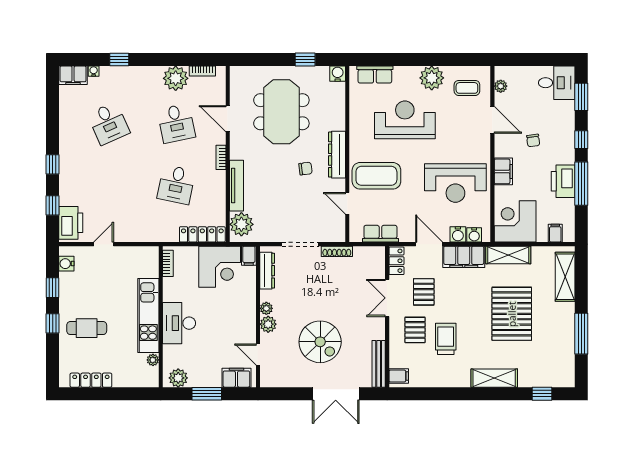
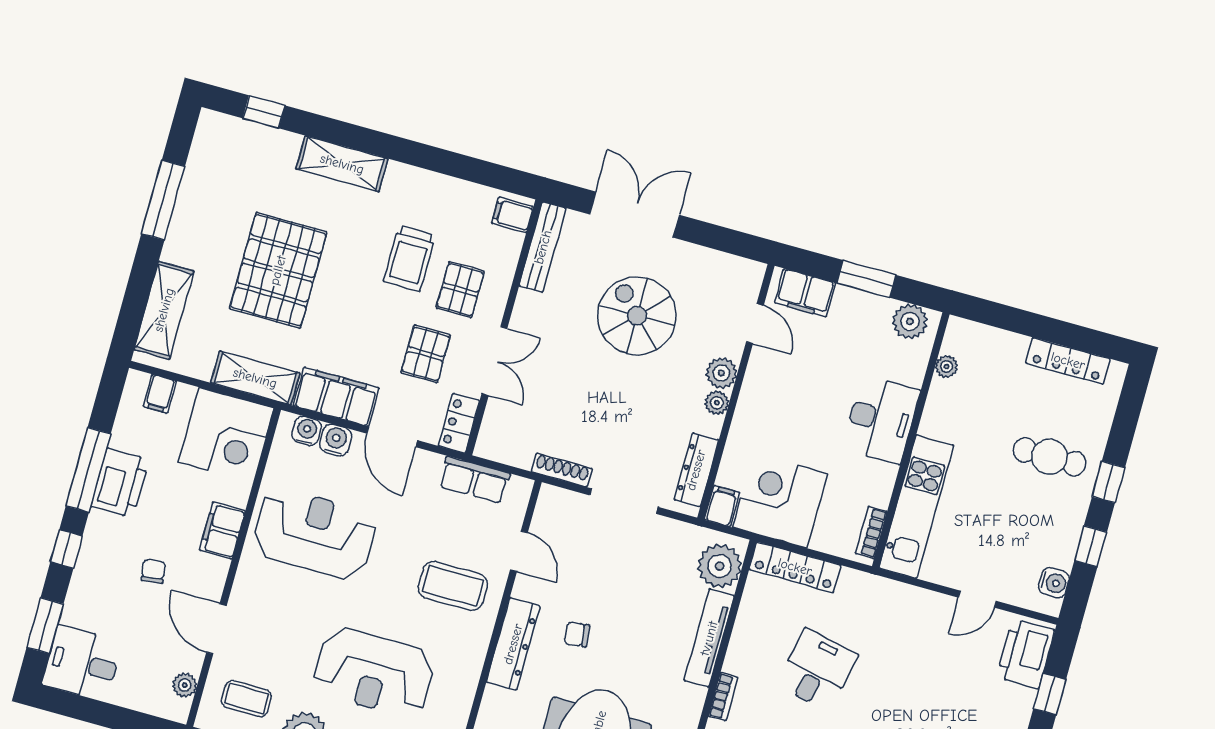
coffee table: (376, 176) -> (453, 586), width x0.73, depth x0.76
kitchen unit: (148, 315) -> (916, 507), moved

